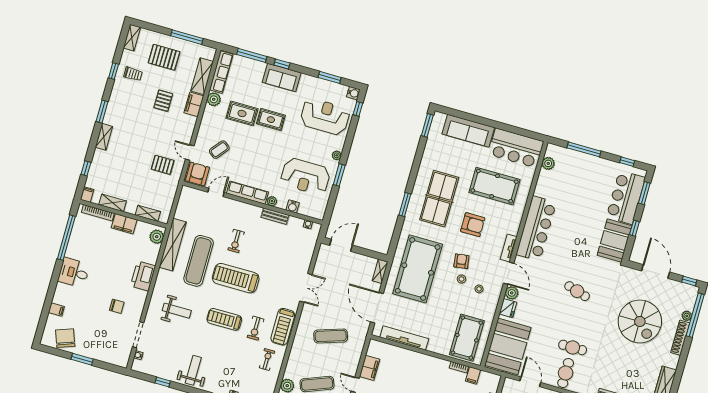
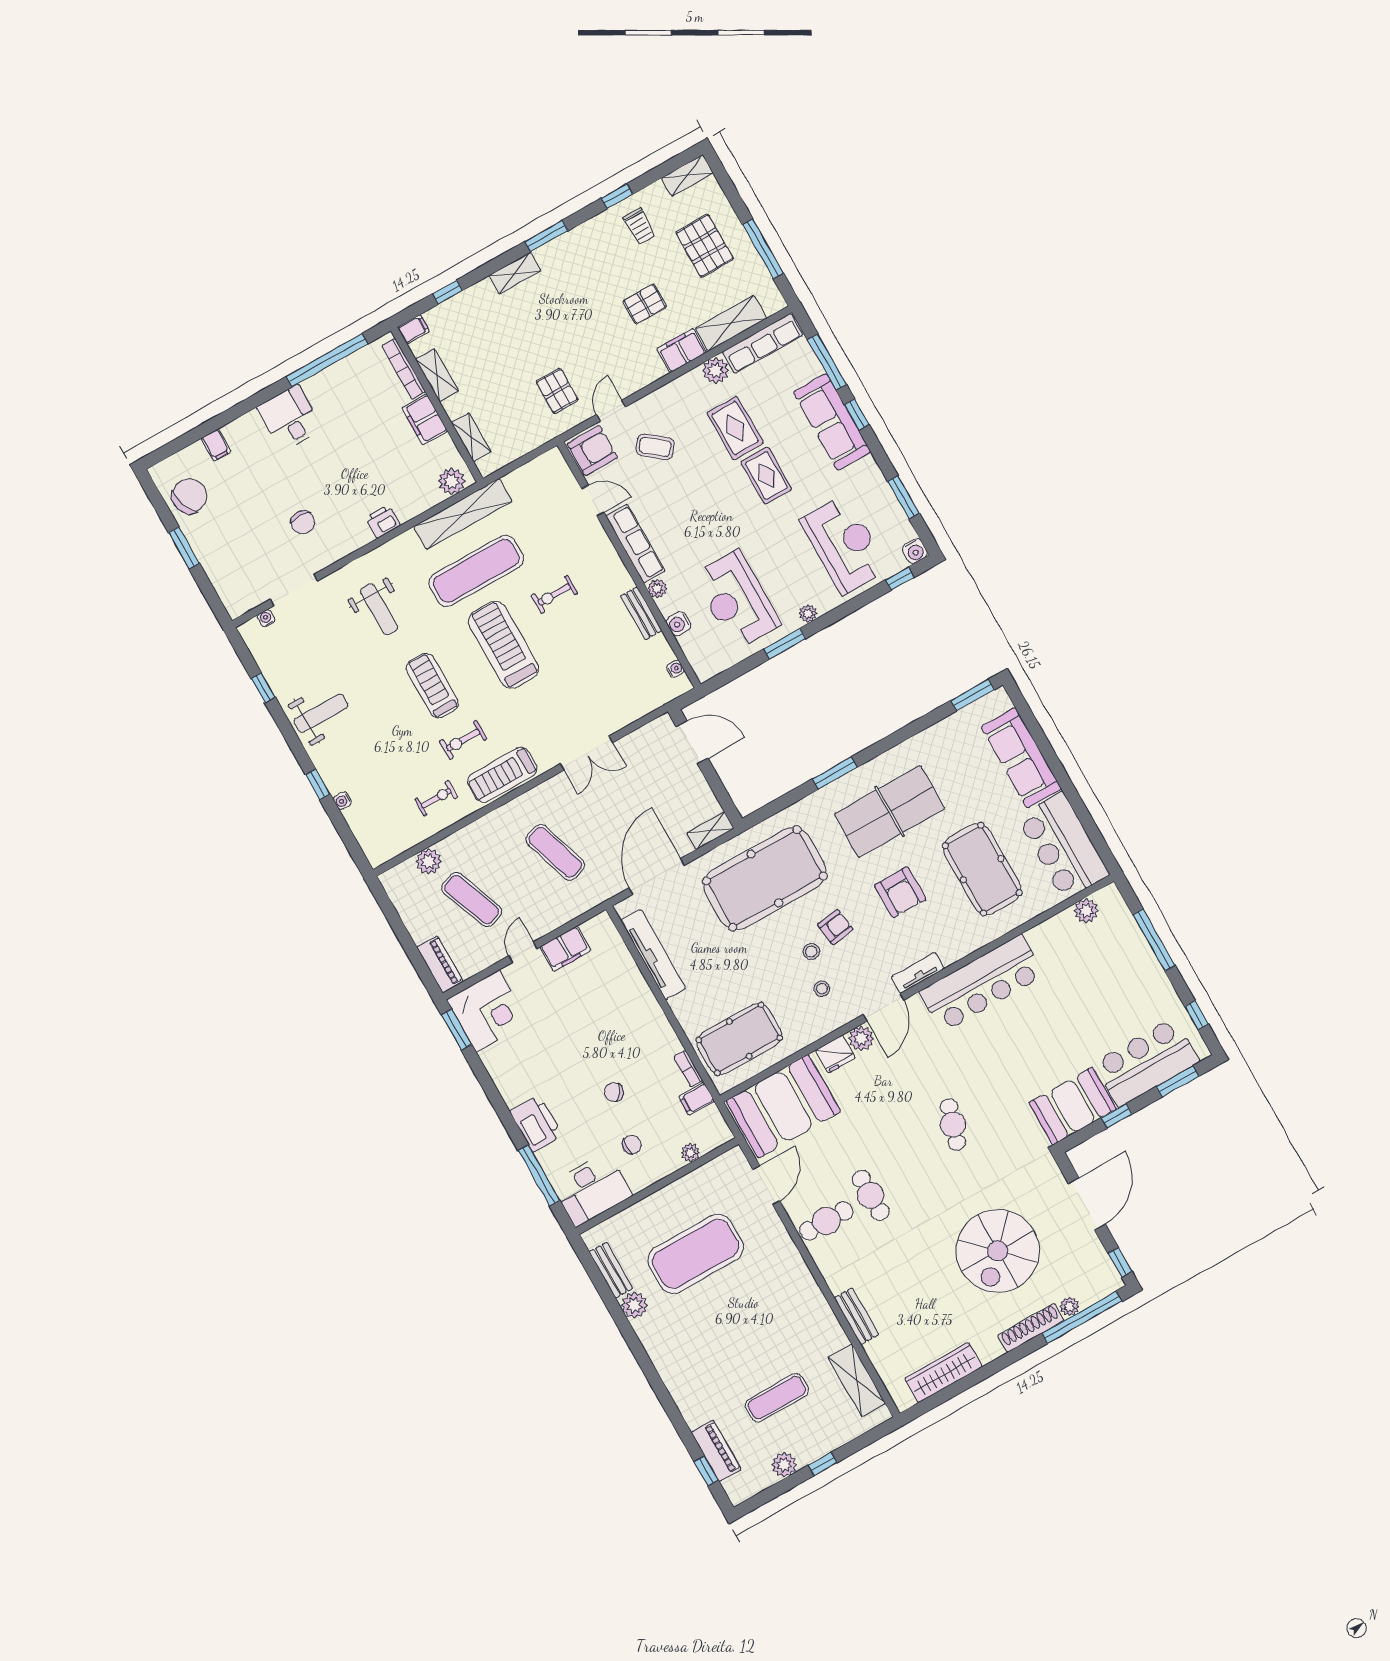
sofa: (282, 77) -> (832, 422), width x1.36
printer: (143, 276) -> (383, 522), width x0.53, depth x0.68

